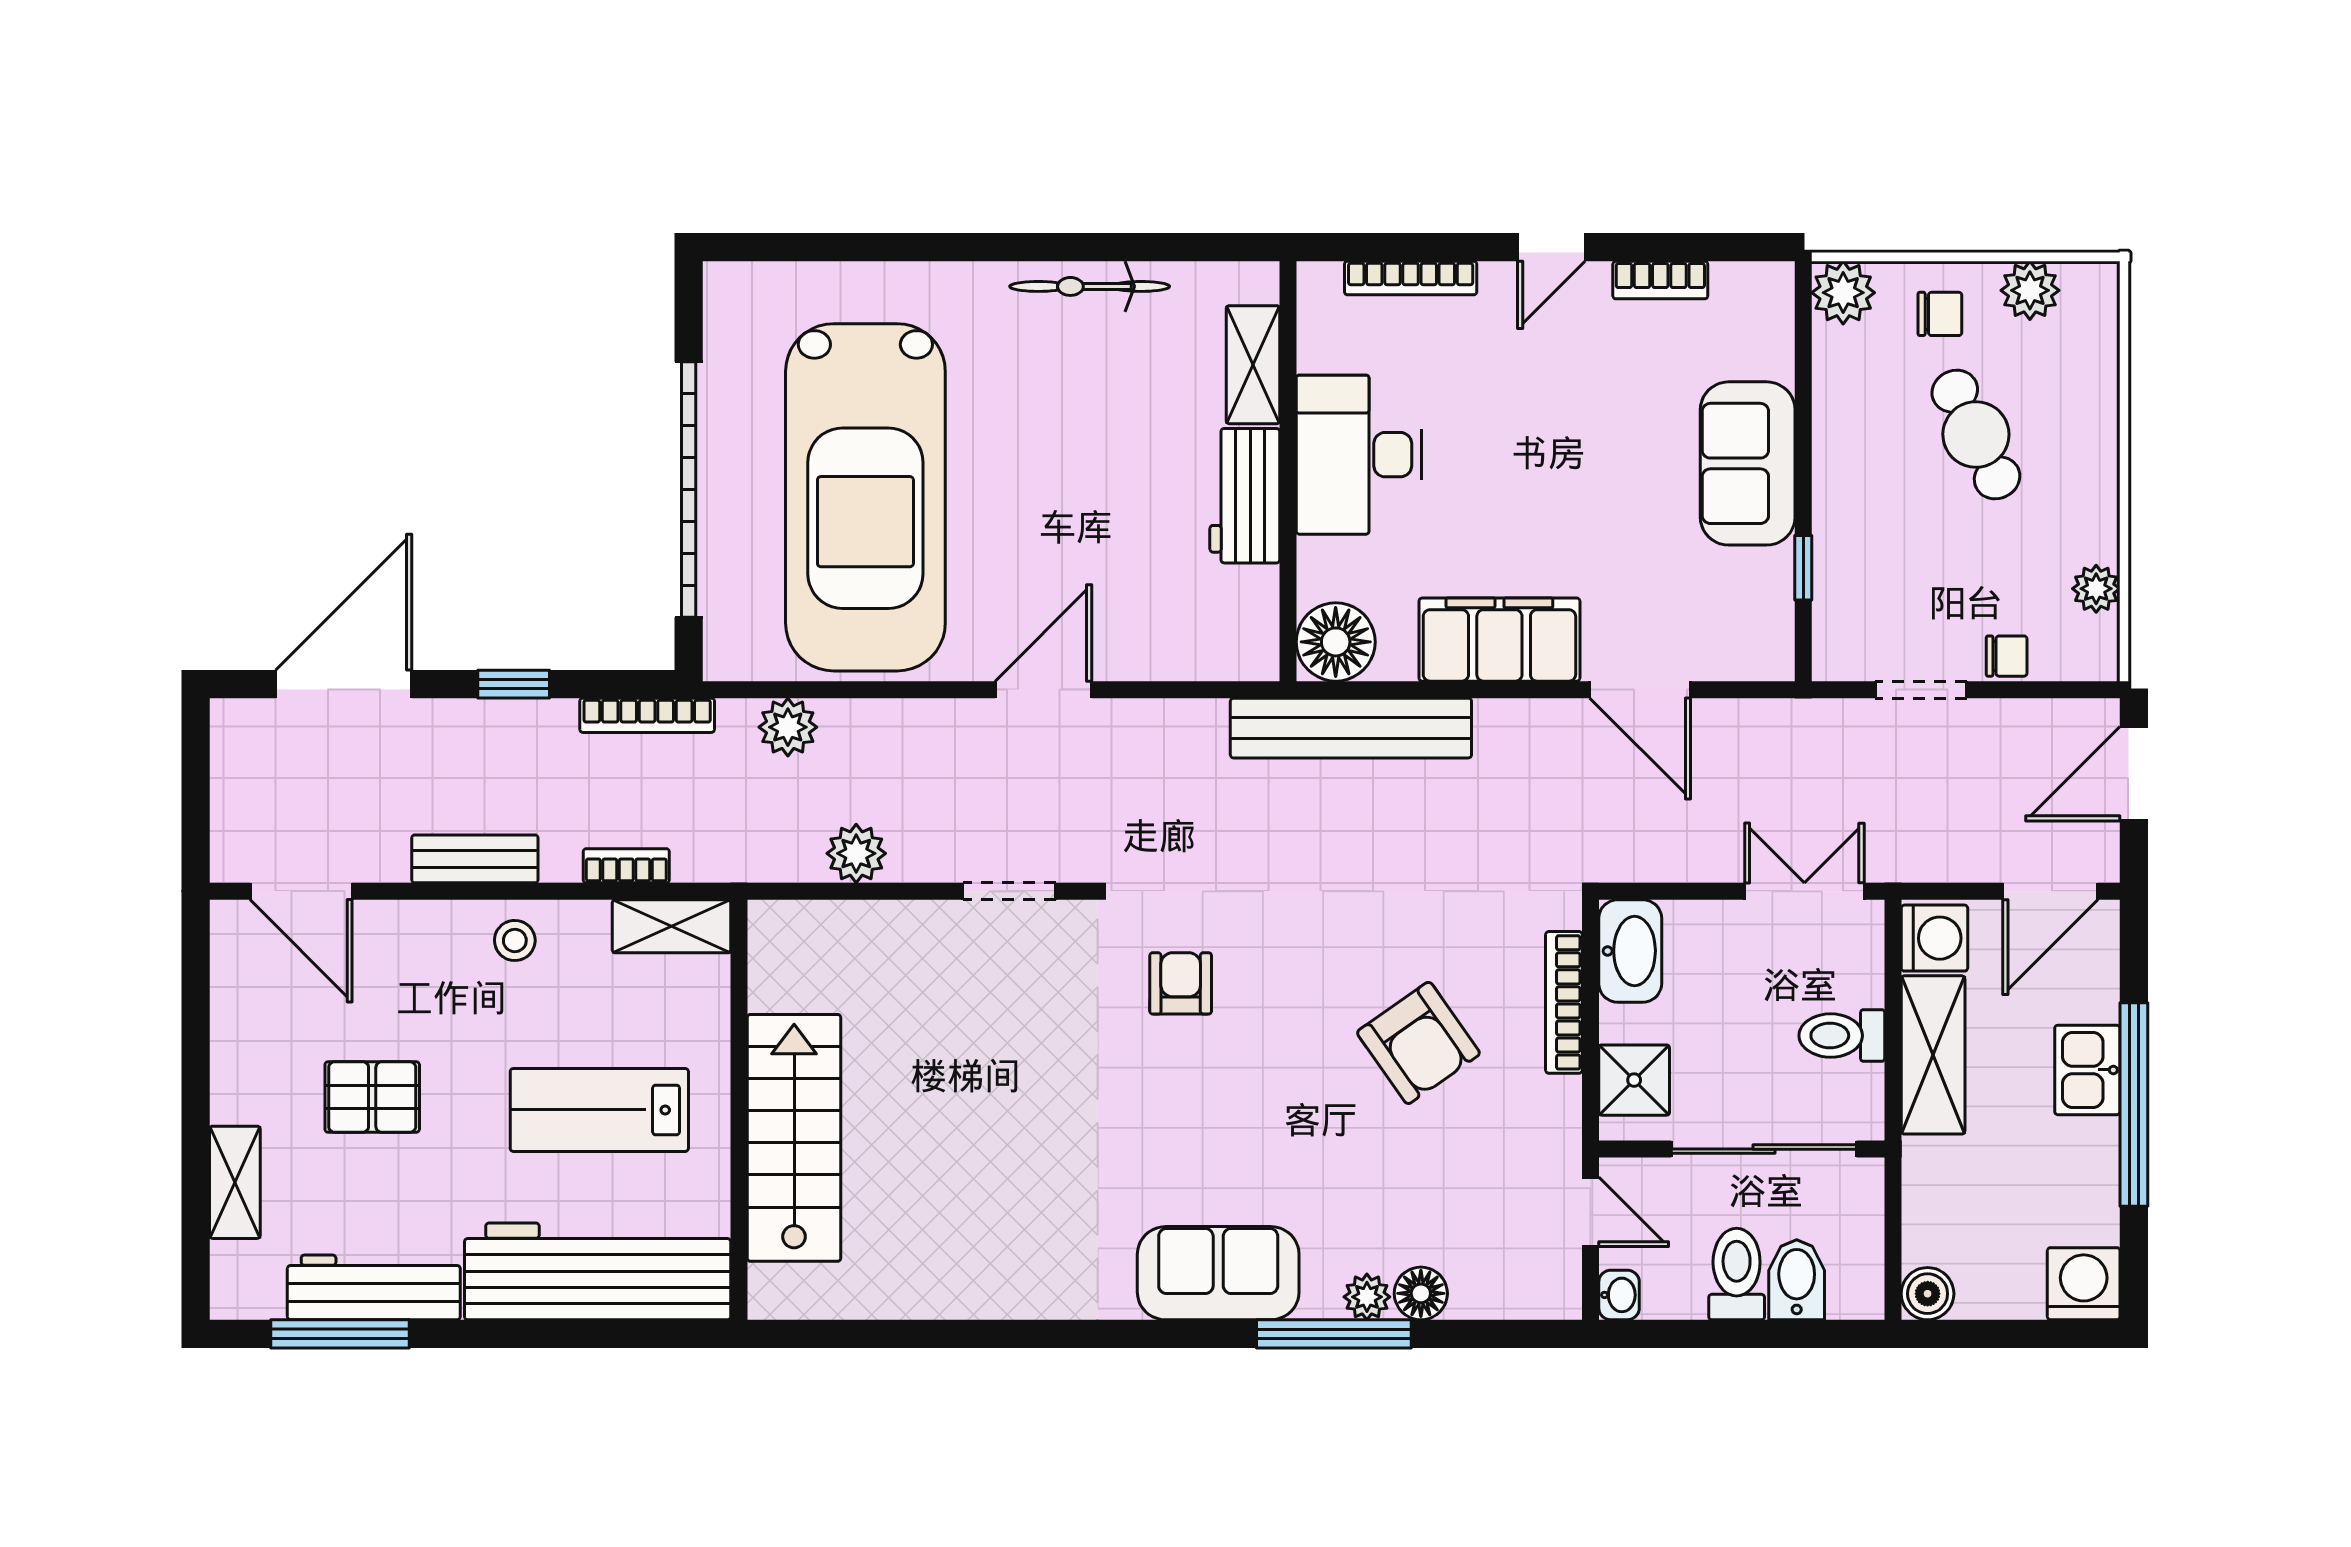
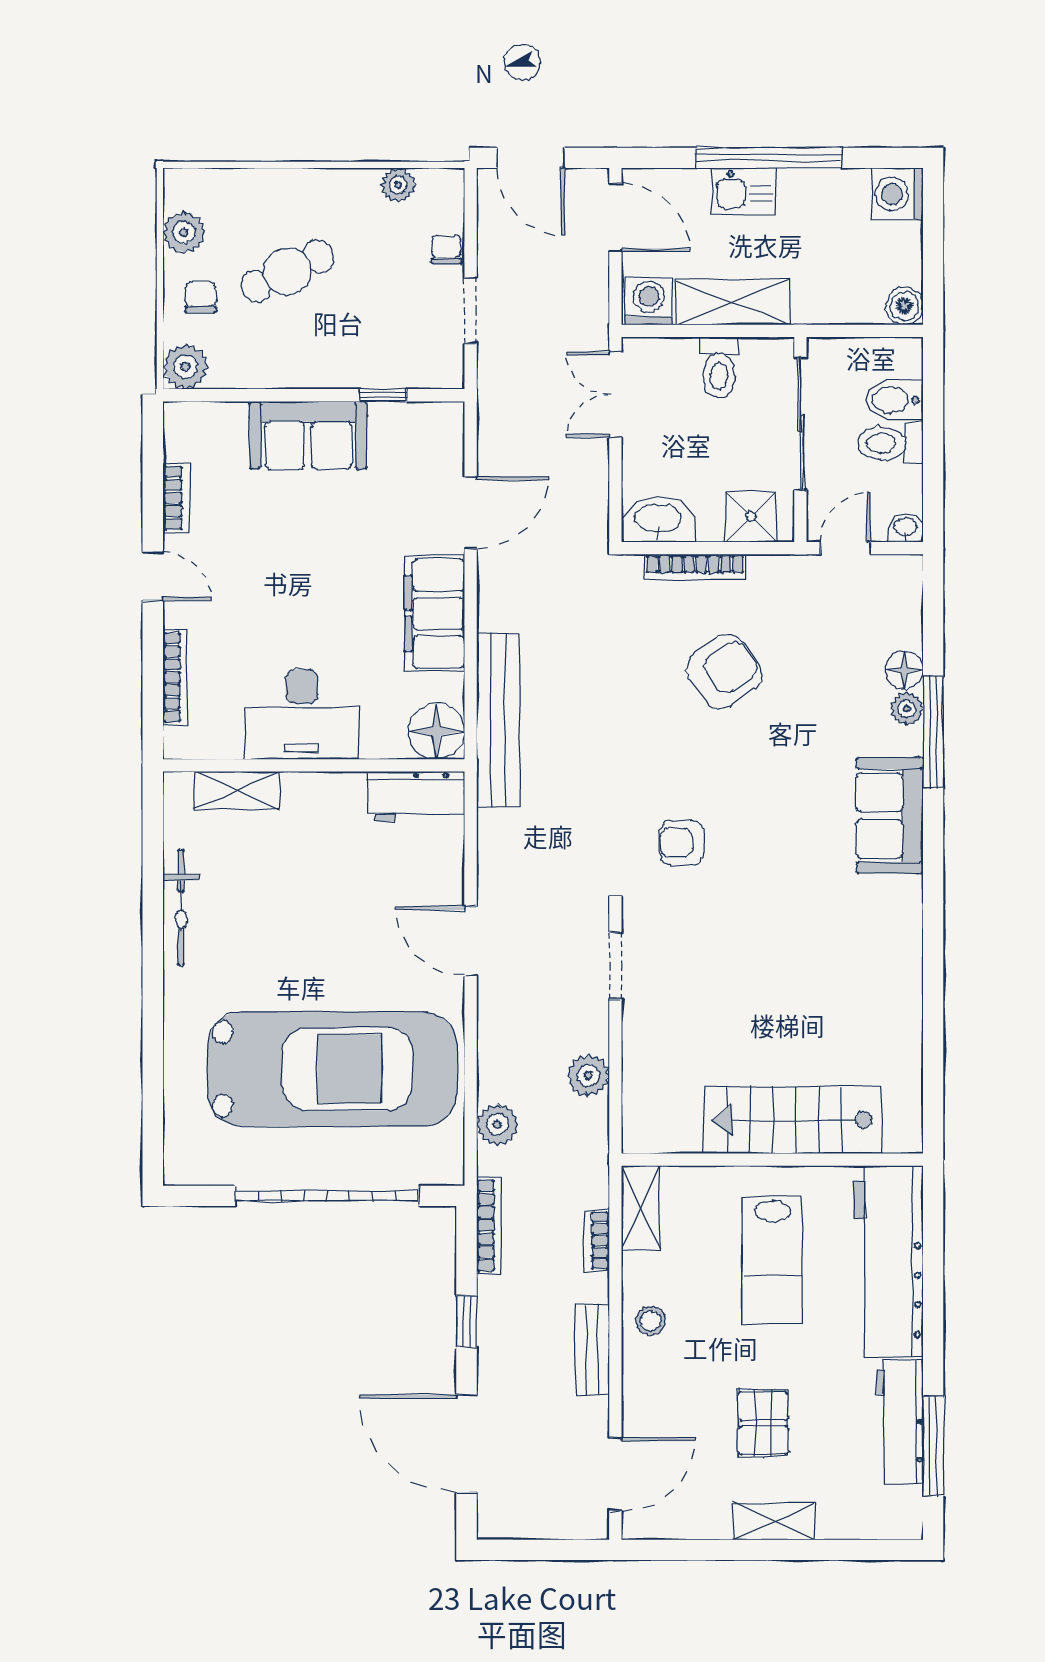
workbench: (1245, 496) -> (416, 796), moved
shelving: (235, 1182) -> (774, 1522), moved

